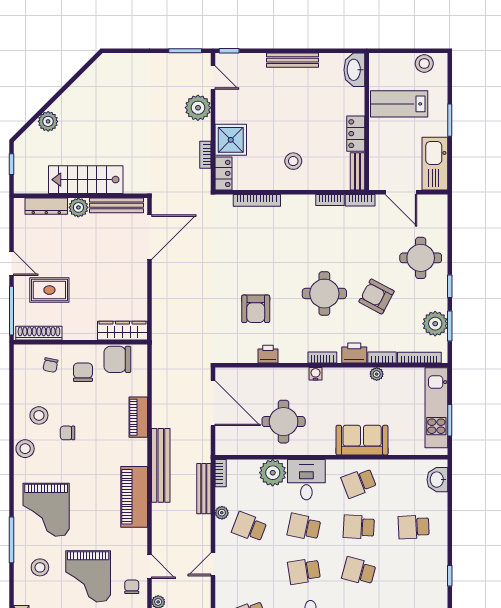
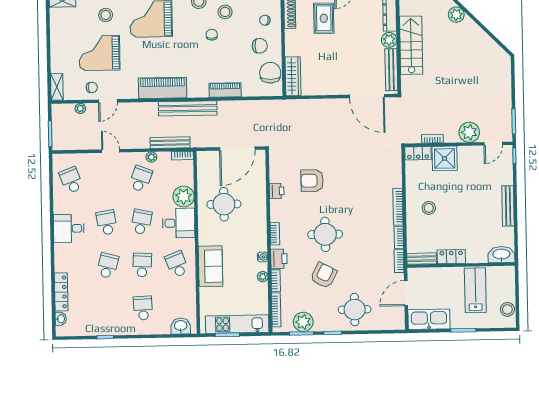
bookcase: (257, 200) -> (398, 207), moved
water cooler: (316, 374) -> (262, 257), moved

